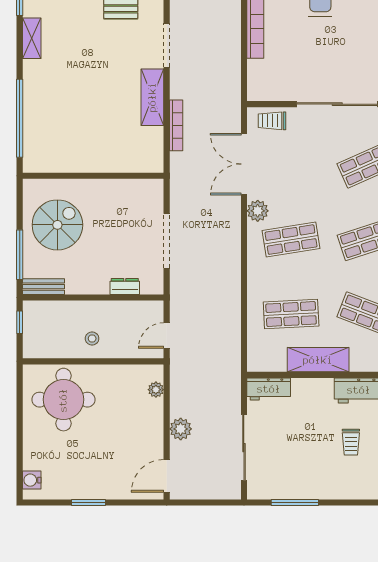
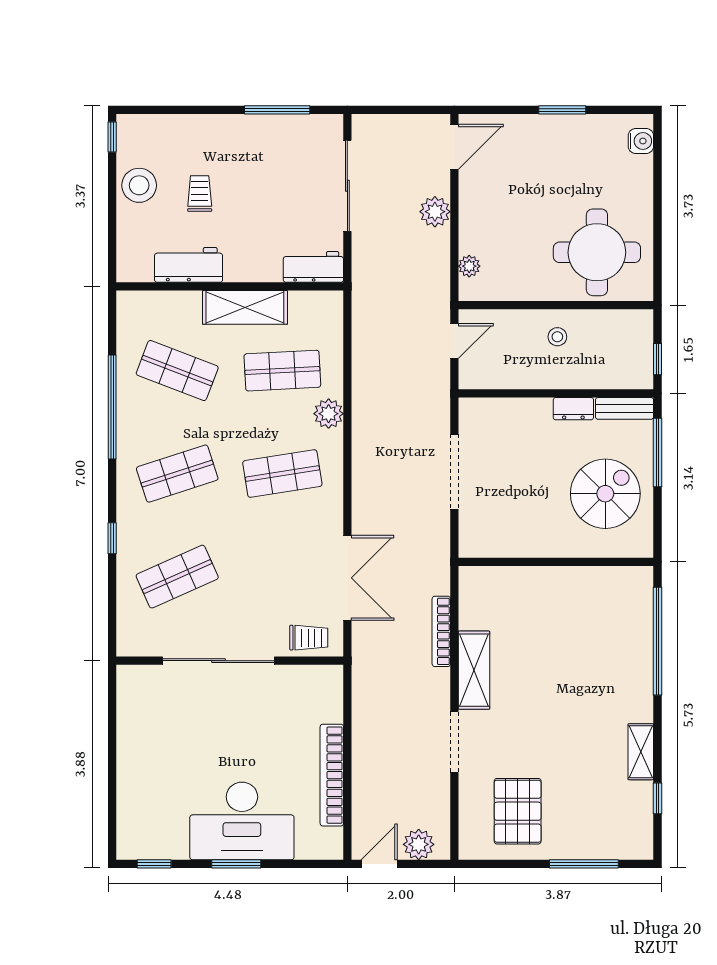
plant: (258, 211) -> (329, 414), moved
spiral stairs: (57, 225) -> (605, 494), turned 180
dresser: (125, 286) -> (573, 409), moved

